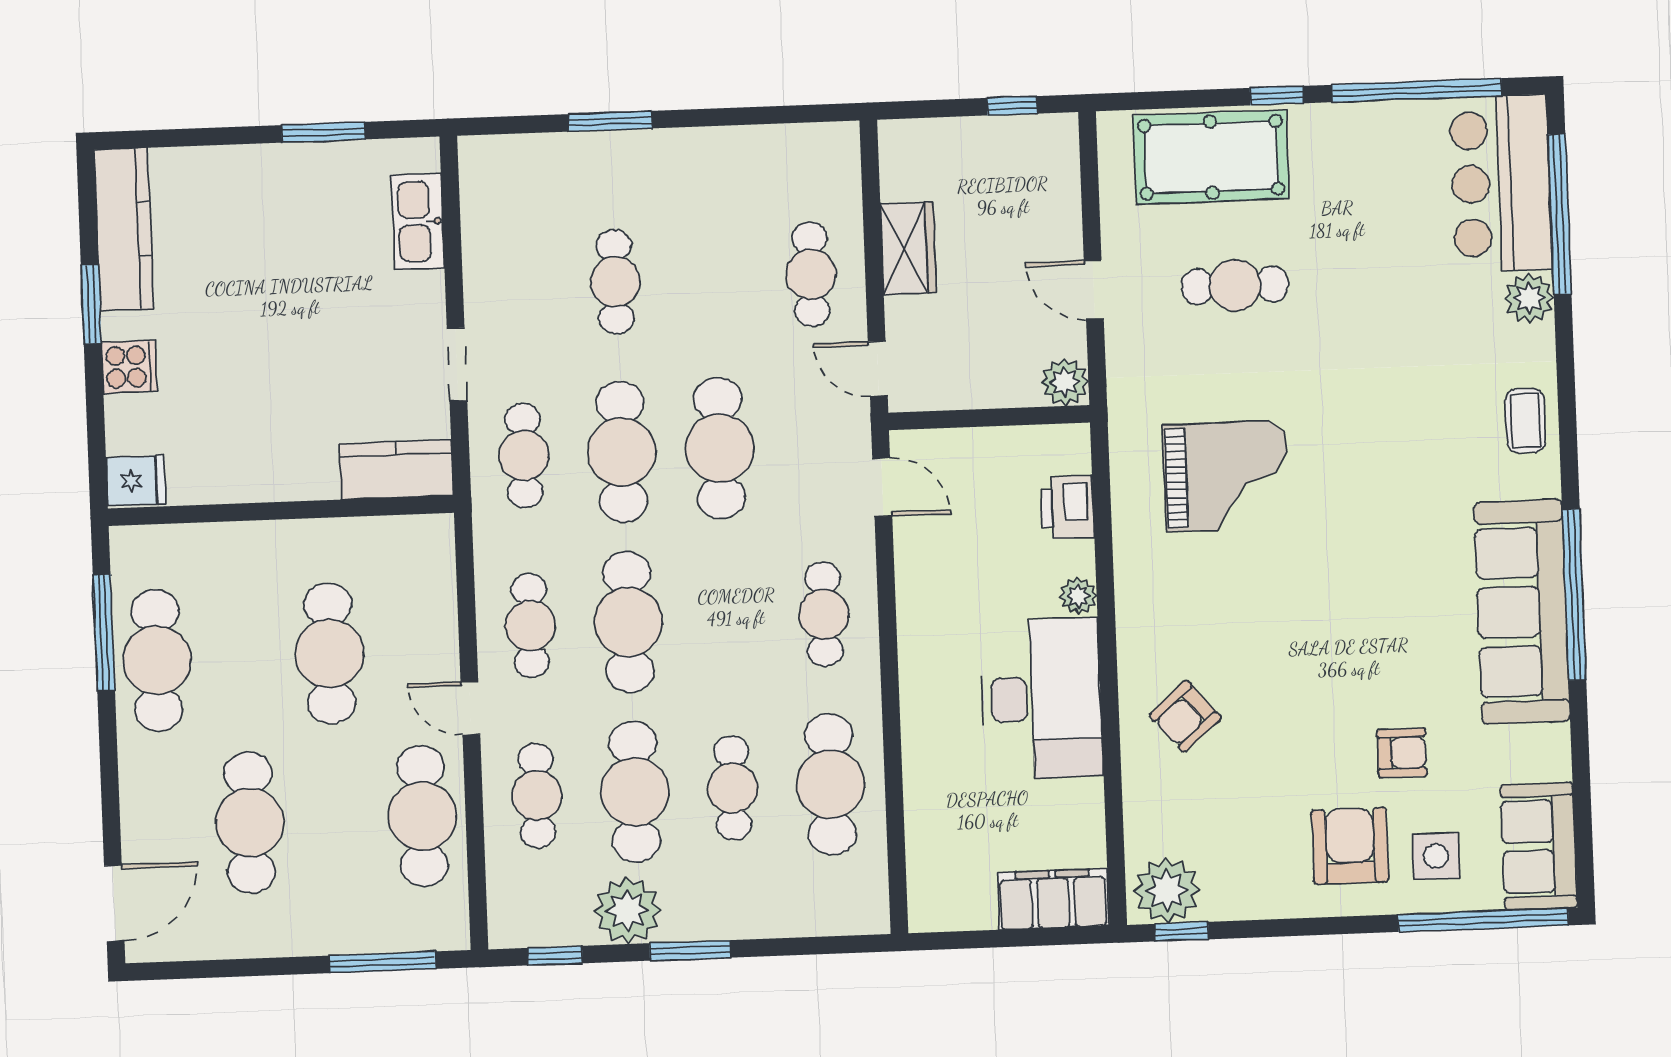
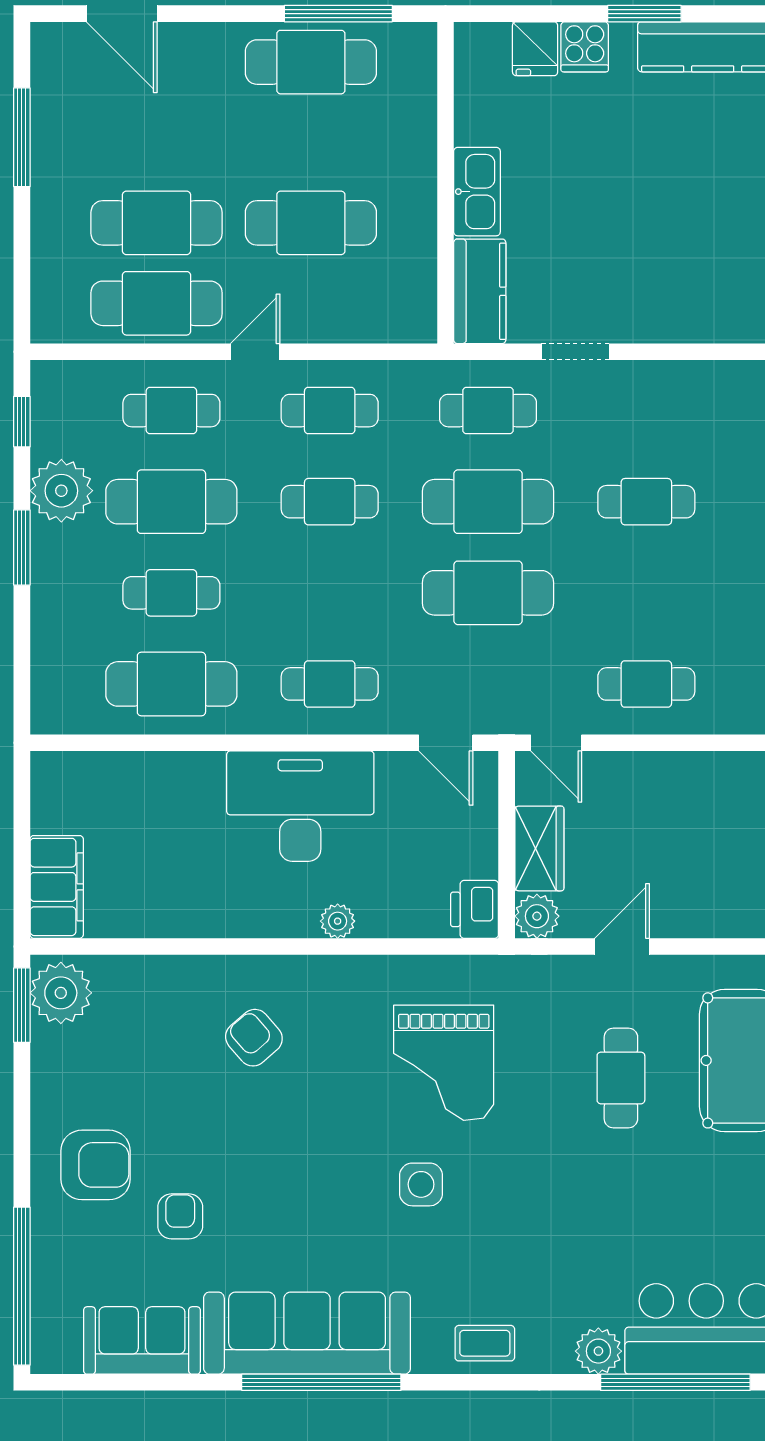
kitchen sink: (418, 222) -> (477, 192), moved, turned 90
wardrobe: (908, 248) -> (539, 848), moved, turned -90
door: (878, 369) -> (556, 743), swing flipped
fridge: (136, 481) -> (535, 49), moved
door: (882, 487) -> (446, 743), hinge flipped
printer: (1068, 507) -> (475, 909), moved, turned -90
cafe table: (628, 622) -> (330, 502), width x0.73, depth x0.74
desk: (1041, 699) -> (300, 806), moved, turned 180
armchair: (1185, 716) -> (254, 1038), moved
armchair: (1402, 753) -> (180, 1216), turned 180
cafe table: (250, 823) -> (157, 223), moved
sofa: (1539, 846) -> (142, 1340), moved
side table: (1436, 856) -> (421, 1184), moved
door: (114, 903) -> (122, 14), moved
window: (1182, 932) -> (22, 1005), width x1.50
window: (382, 962) -> (22, 137), moved

